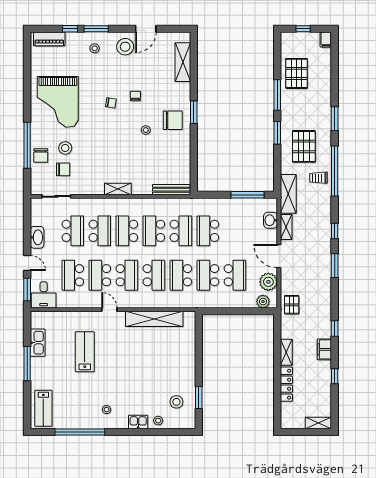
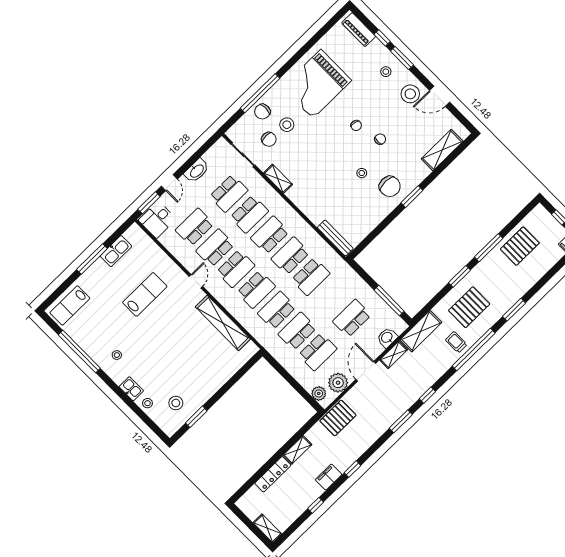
shelving: (118, 189) -> (278, 179), moved
school desk: (208, 231) -> (352, 318), moved
pallet: (292, 305) -> (338, 418), width x1.50, depth x1.42

